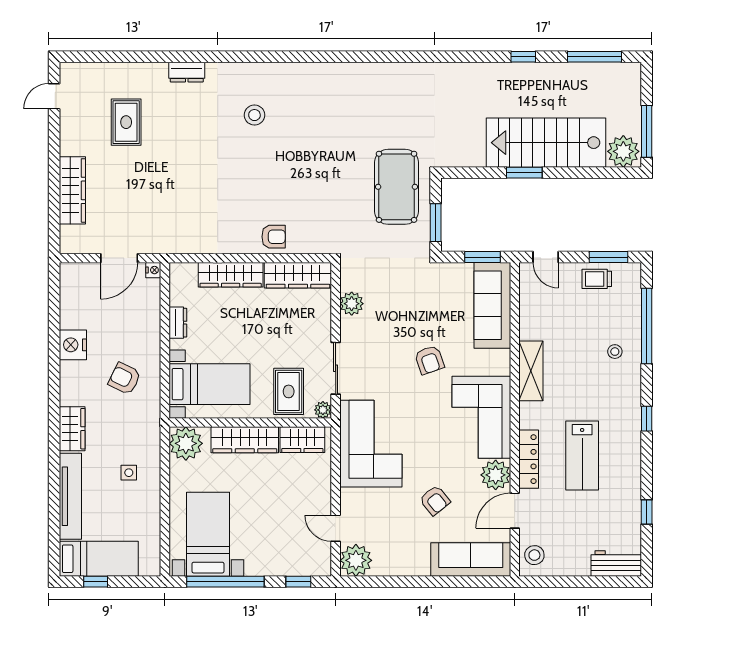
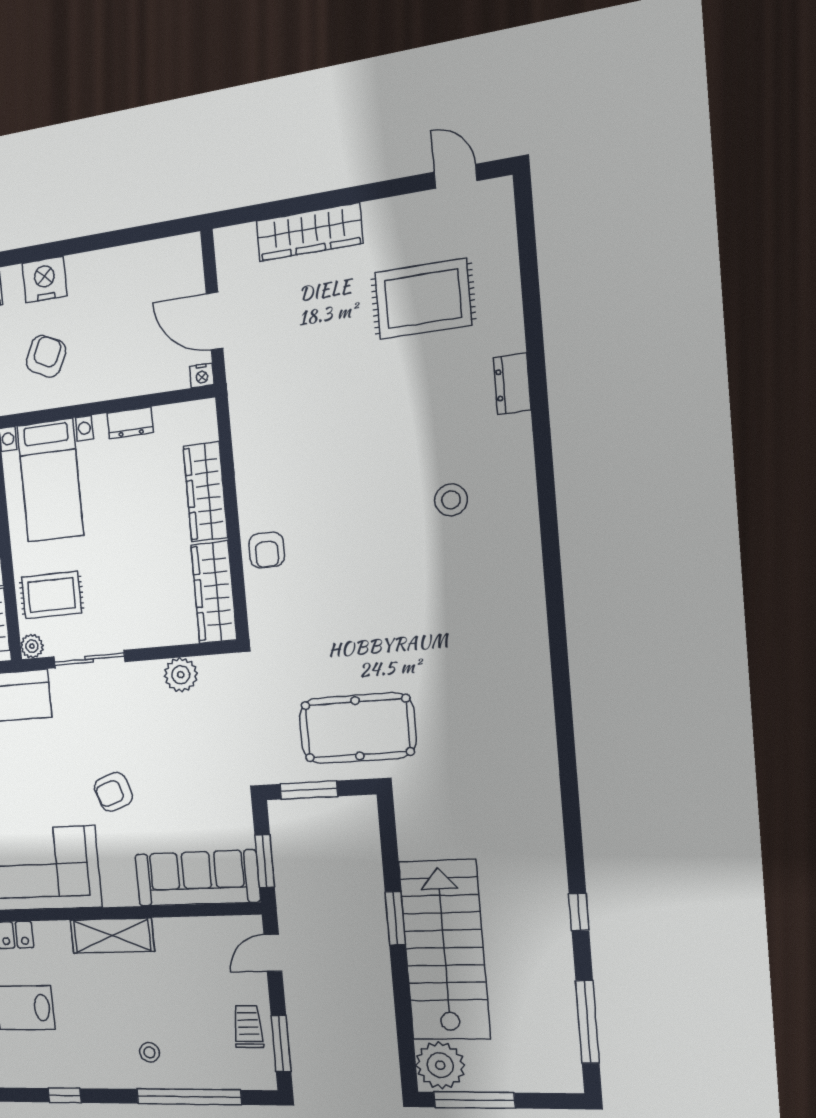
rug: (126, 122) -> (423, 299), width x1.36, depth x1.43
nightstand: (73, 345) -> (45, 280), moved

